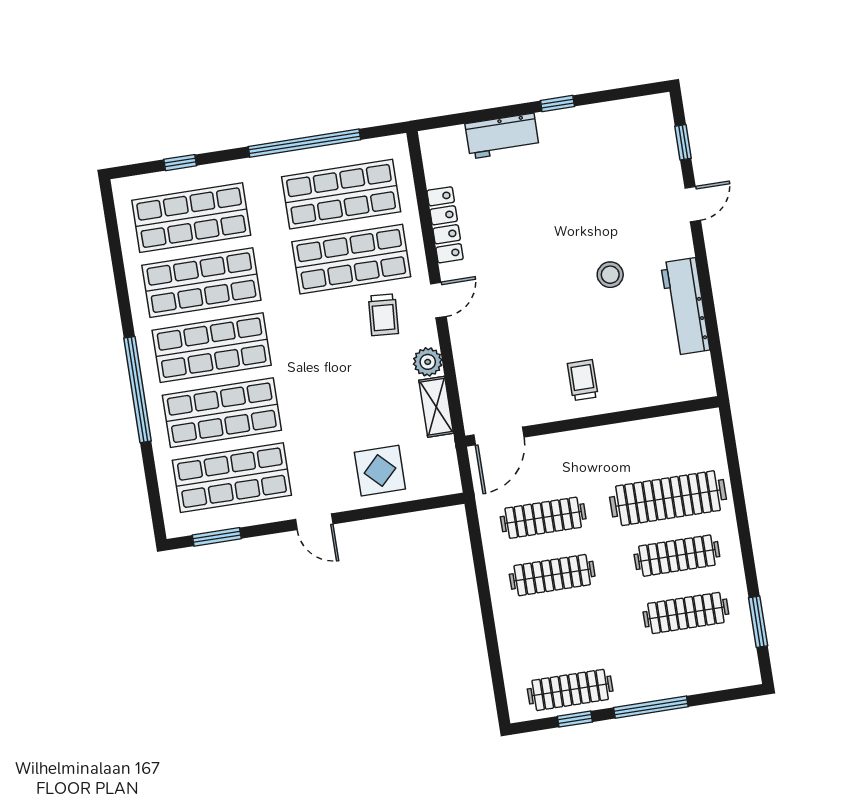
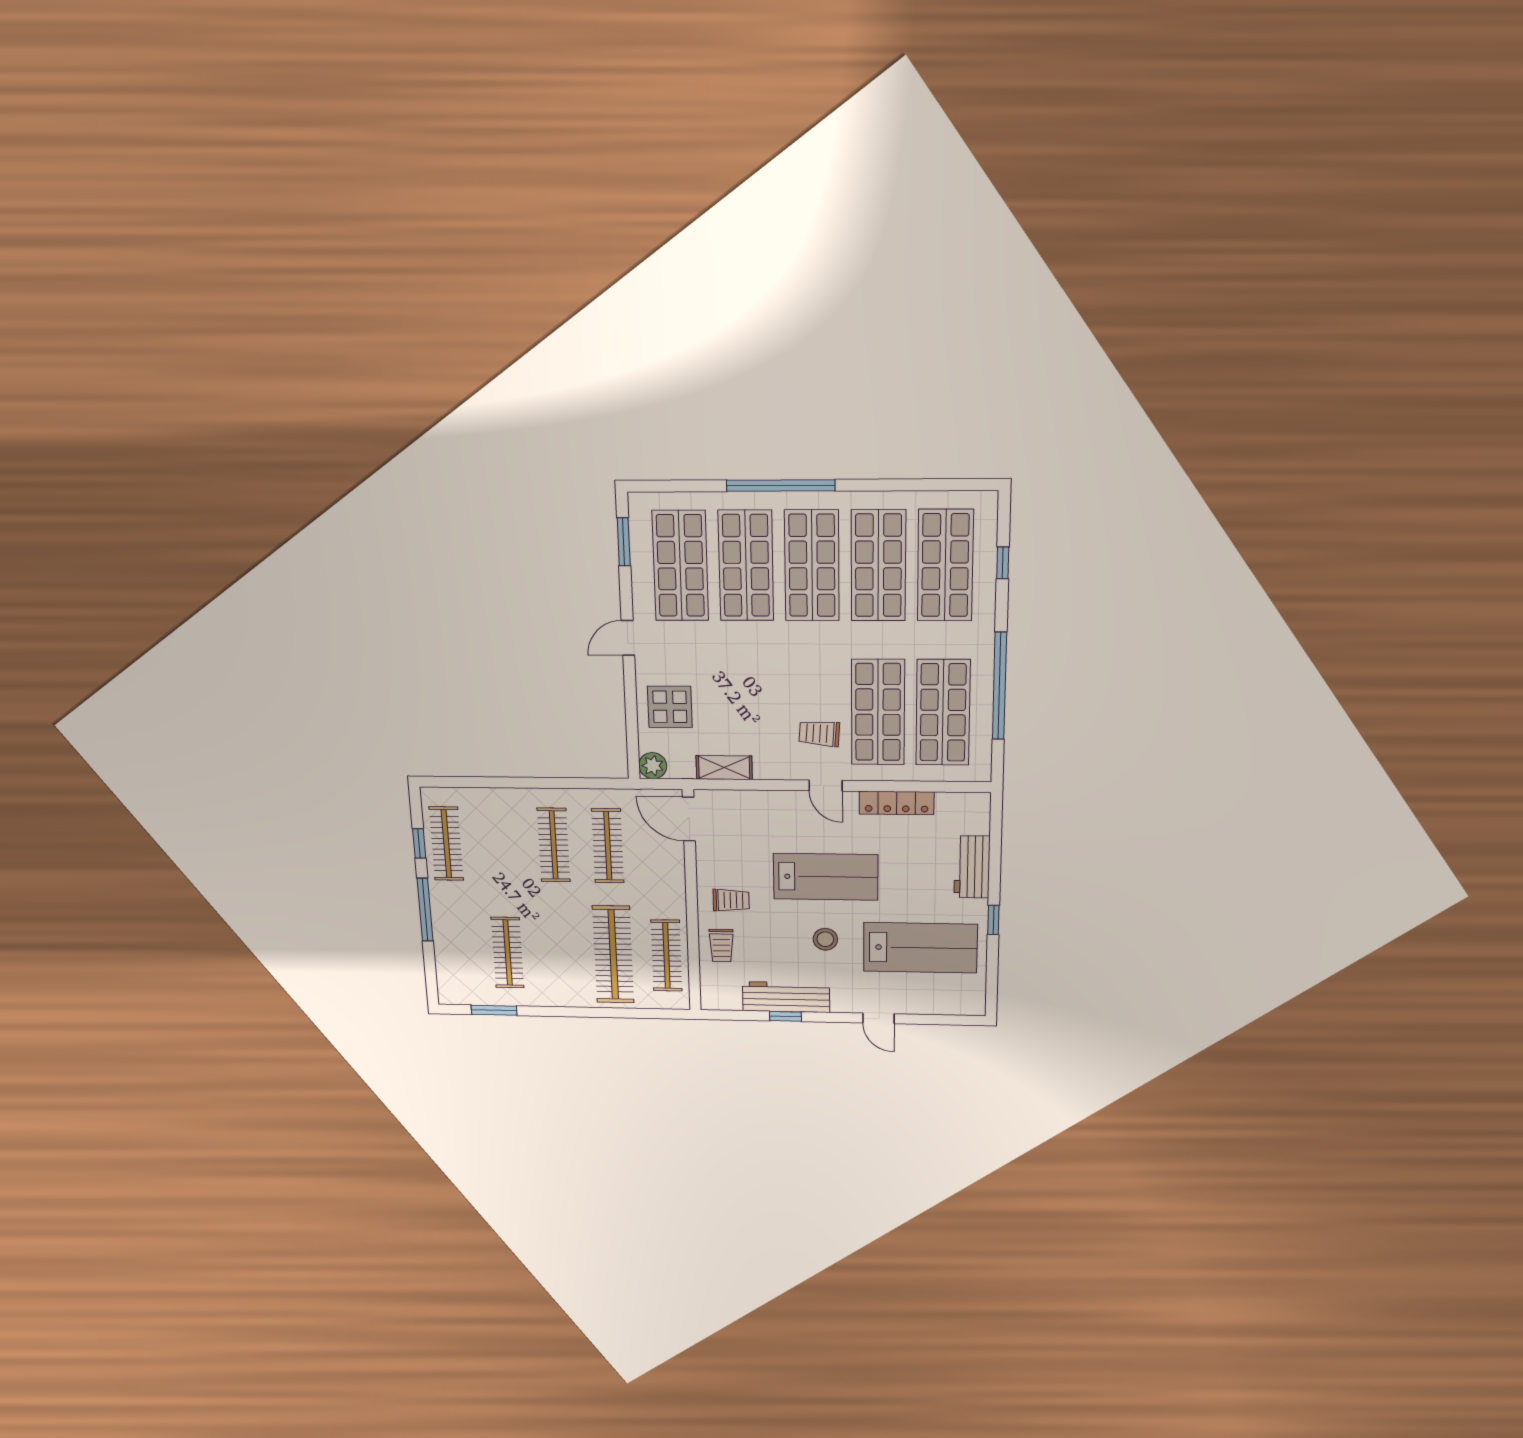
window: (683, 142) -> (785, 1016), moved
lab bench: (602, 174) -> (920, 948), added
lab bench: (539, 285) -> (826, 877), added
plant: (428, 362) -> (653, 766), moved
trolley: (637, 384) -> (721, 946), added
clothes rail: (677, 556) -> (666, 956), moved

